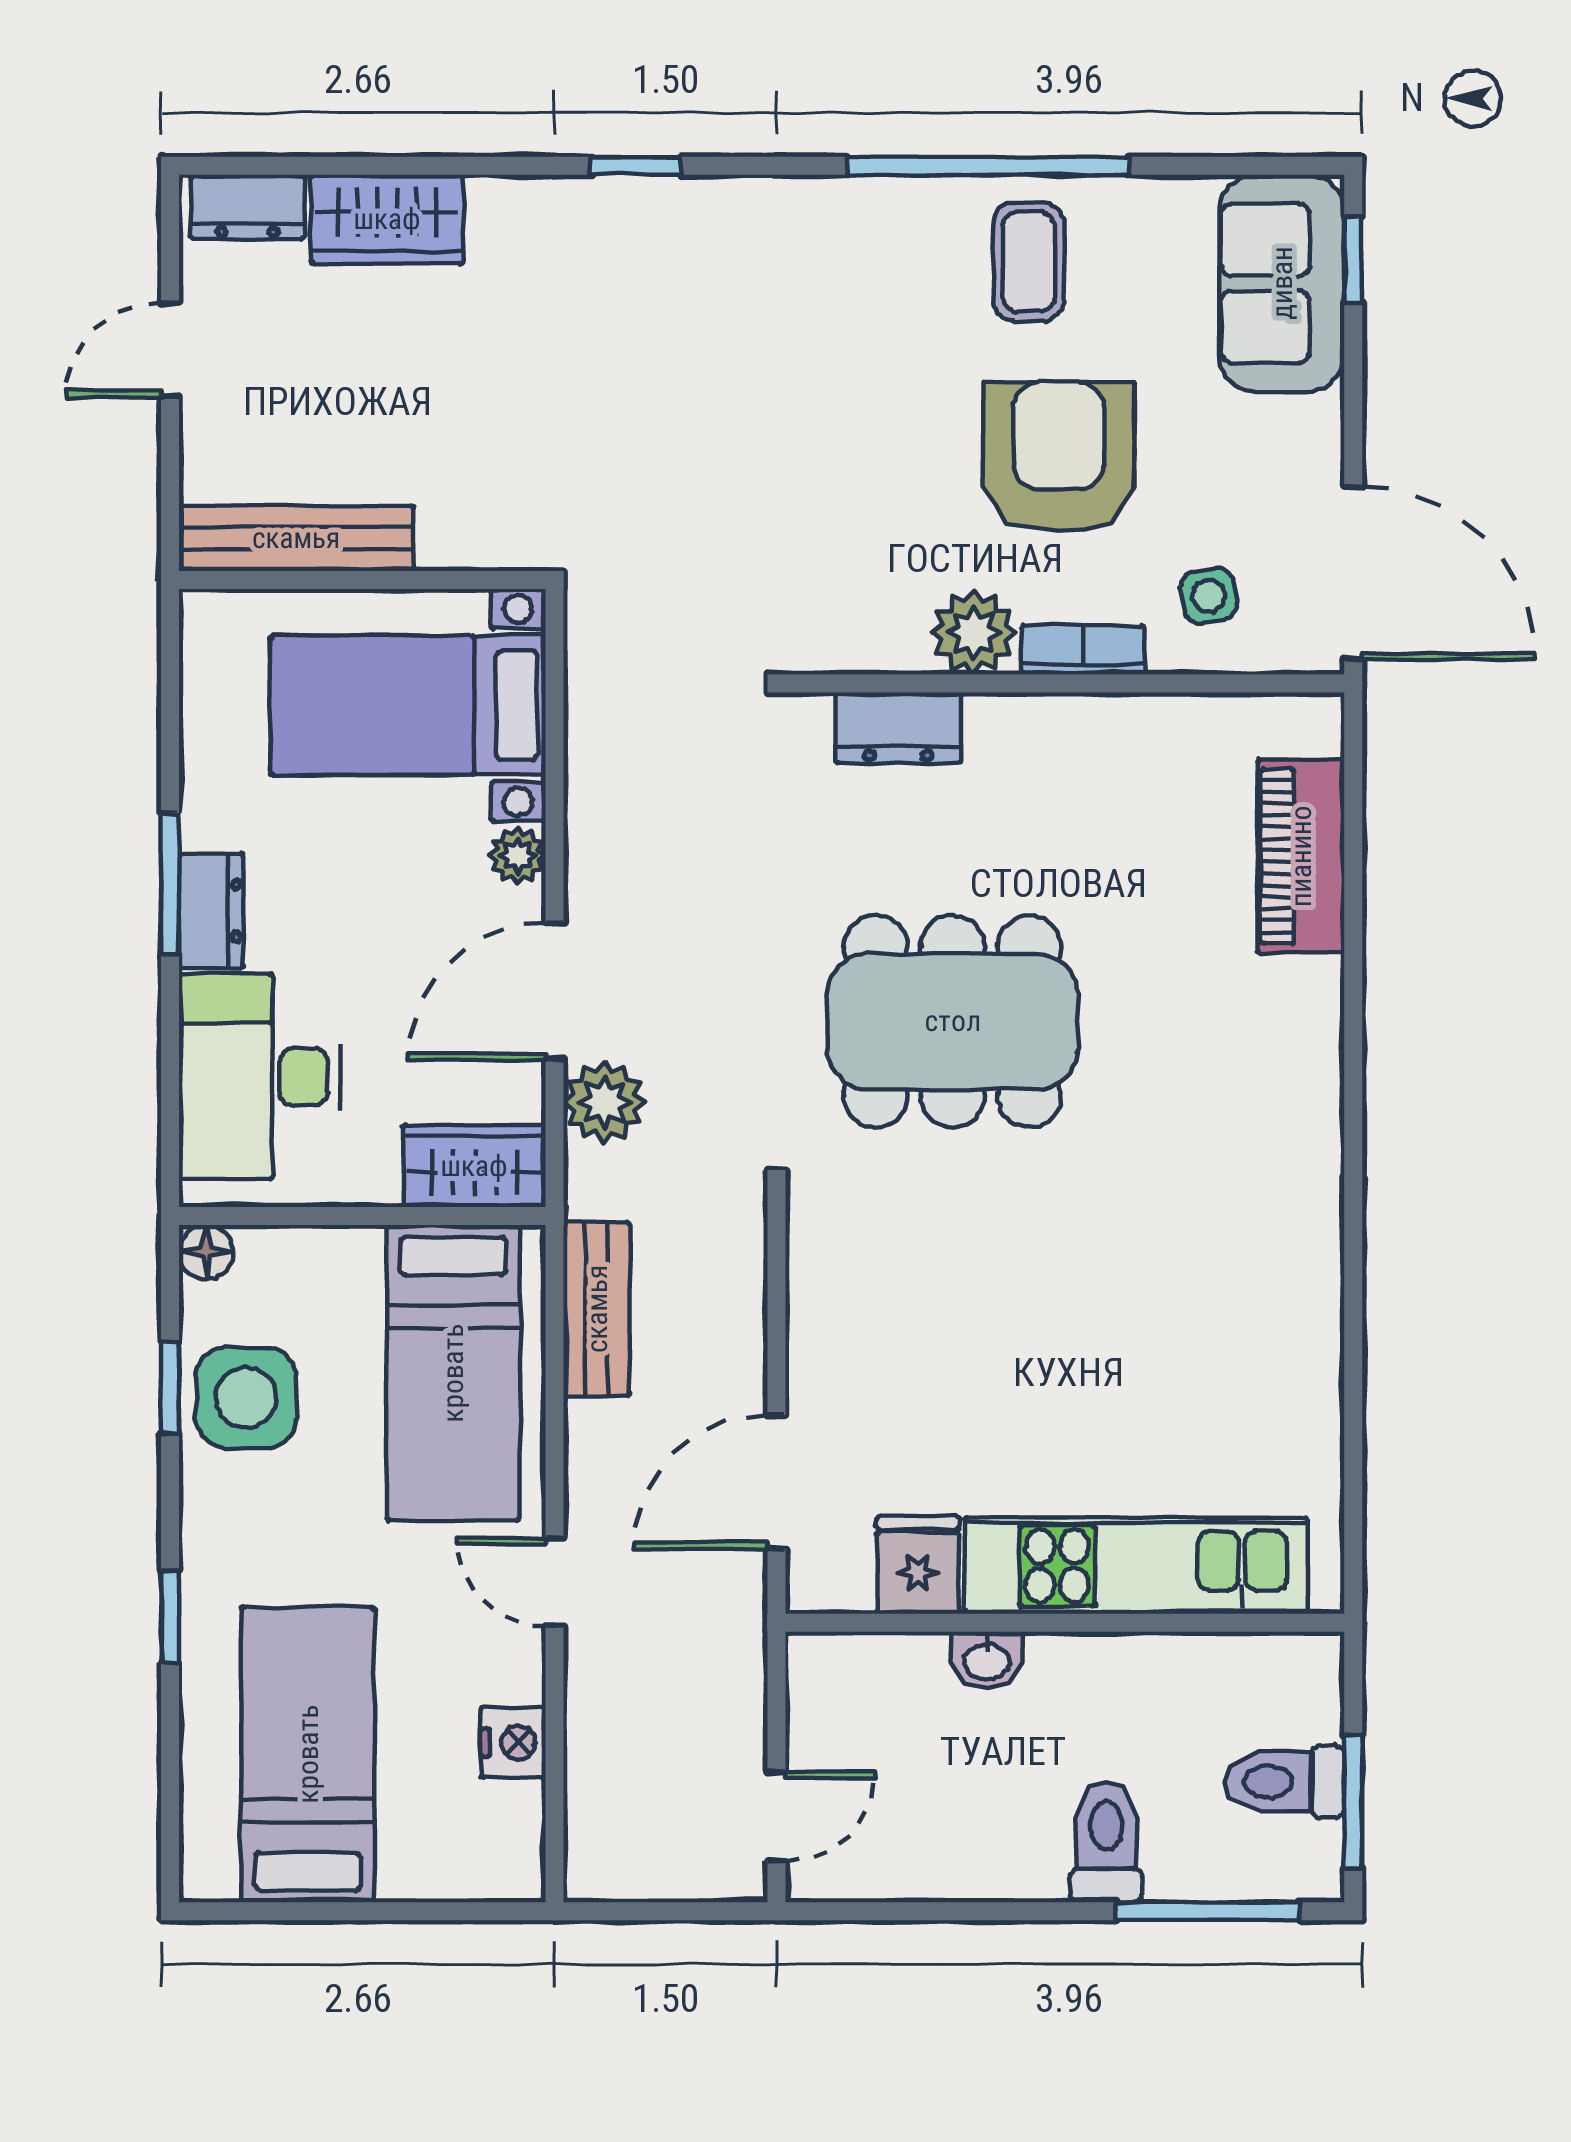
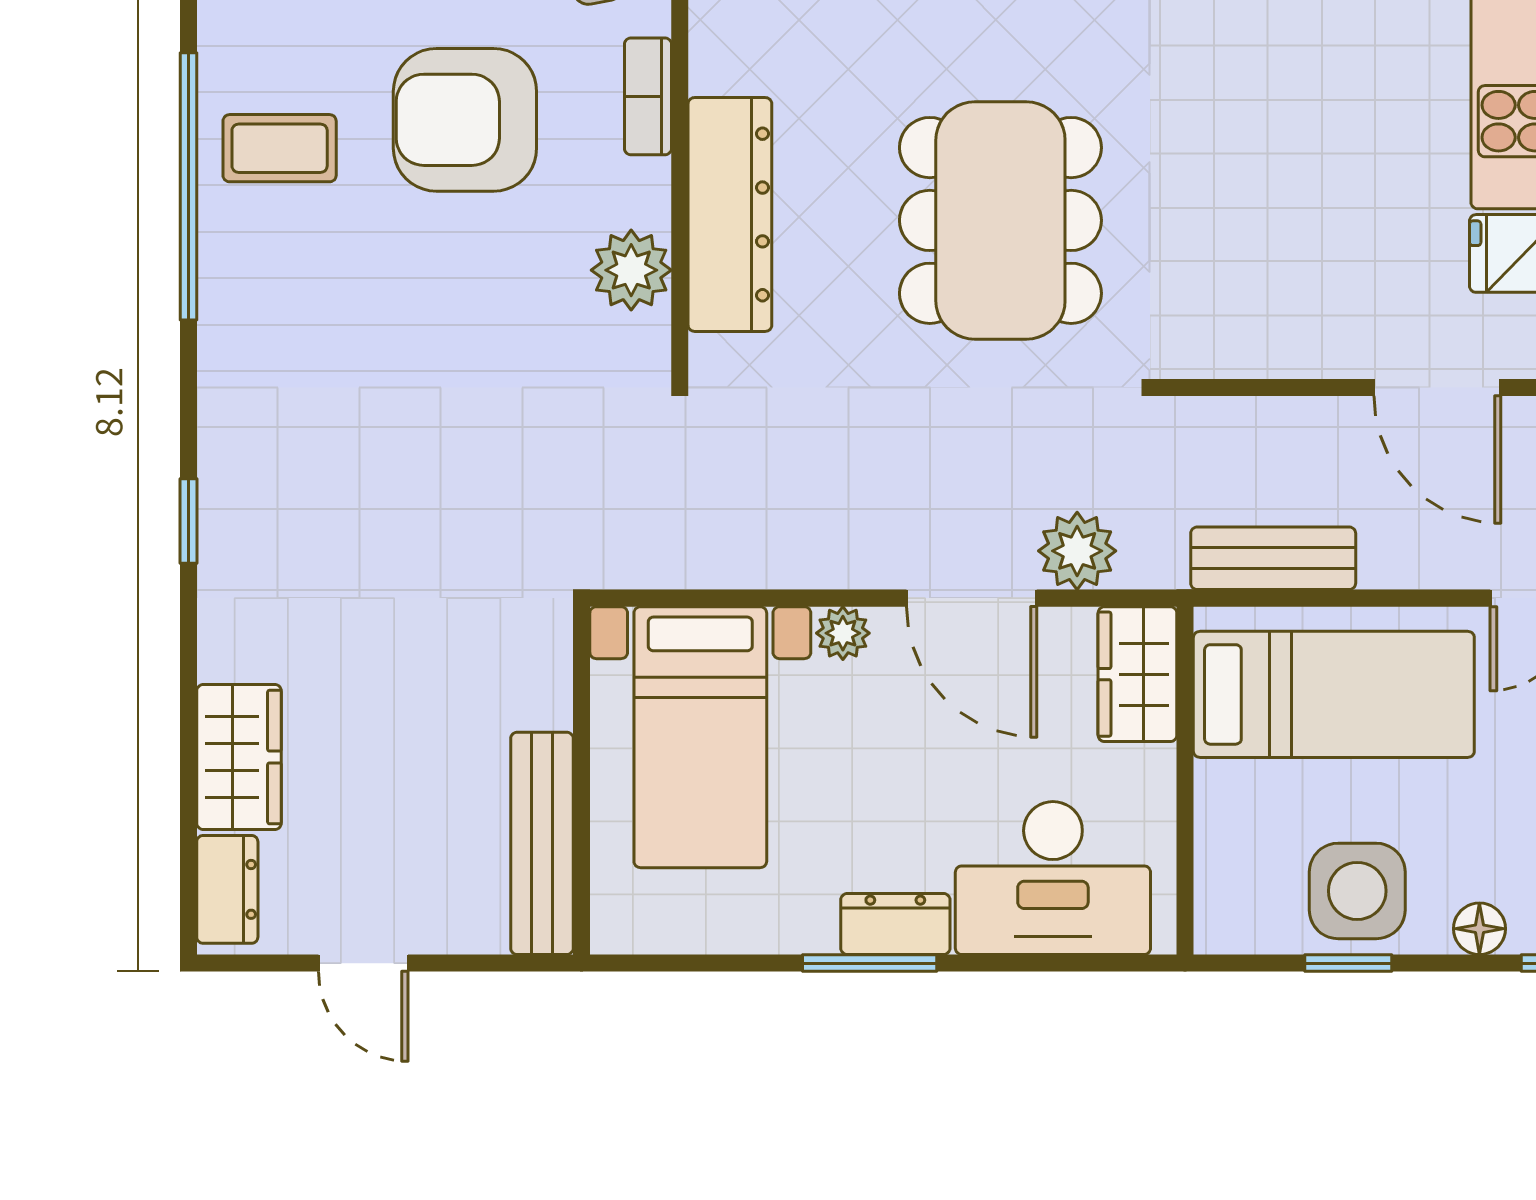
plant: (974, 632) -> (631, 270), moved
dresser: (898, 728) -> (730, 214), width x1.96, depth x1.24
floor lamp: (206, 1252) -> (1479, 929), moved

